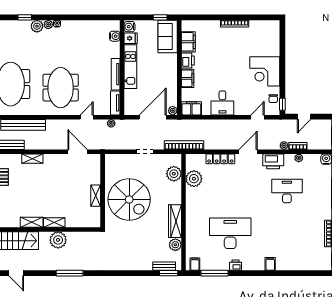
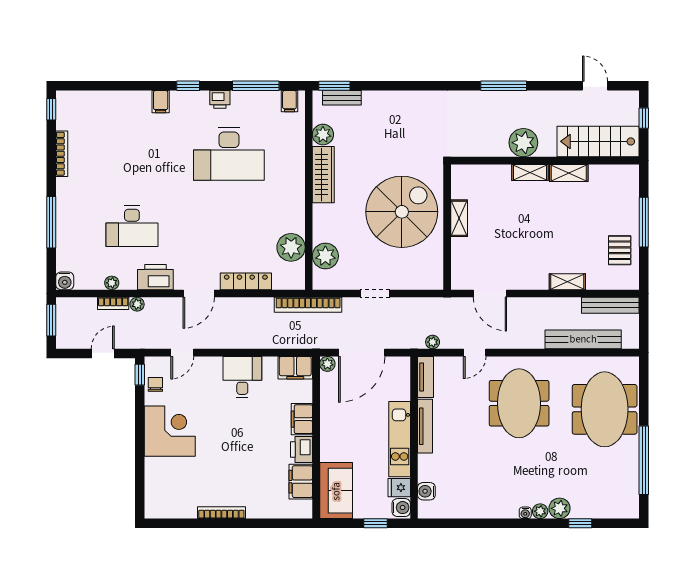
window: (160, 17) -> (375, 523), moved
spiral stairs: (129, 199) -> (402, 212), turned 90
window: (254, 273) -> (188, 86), added

